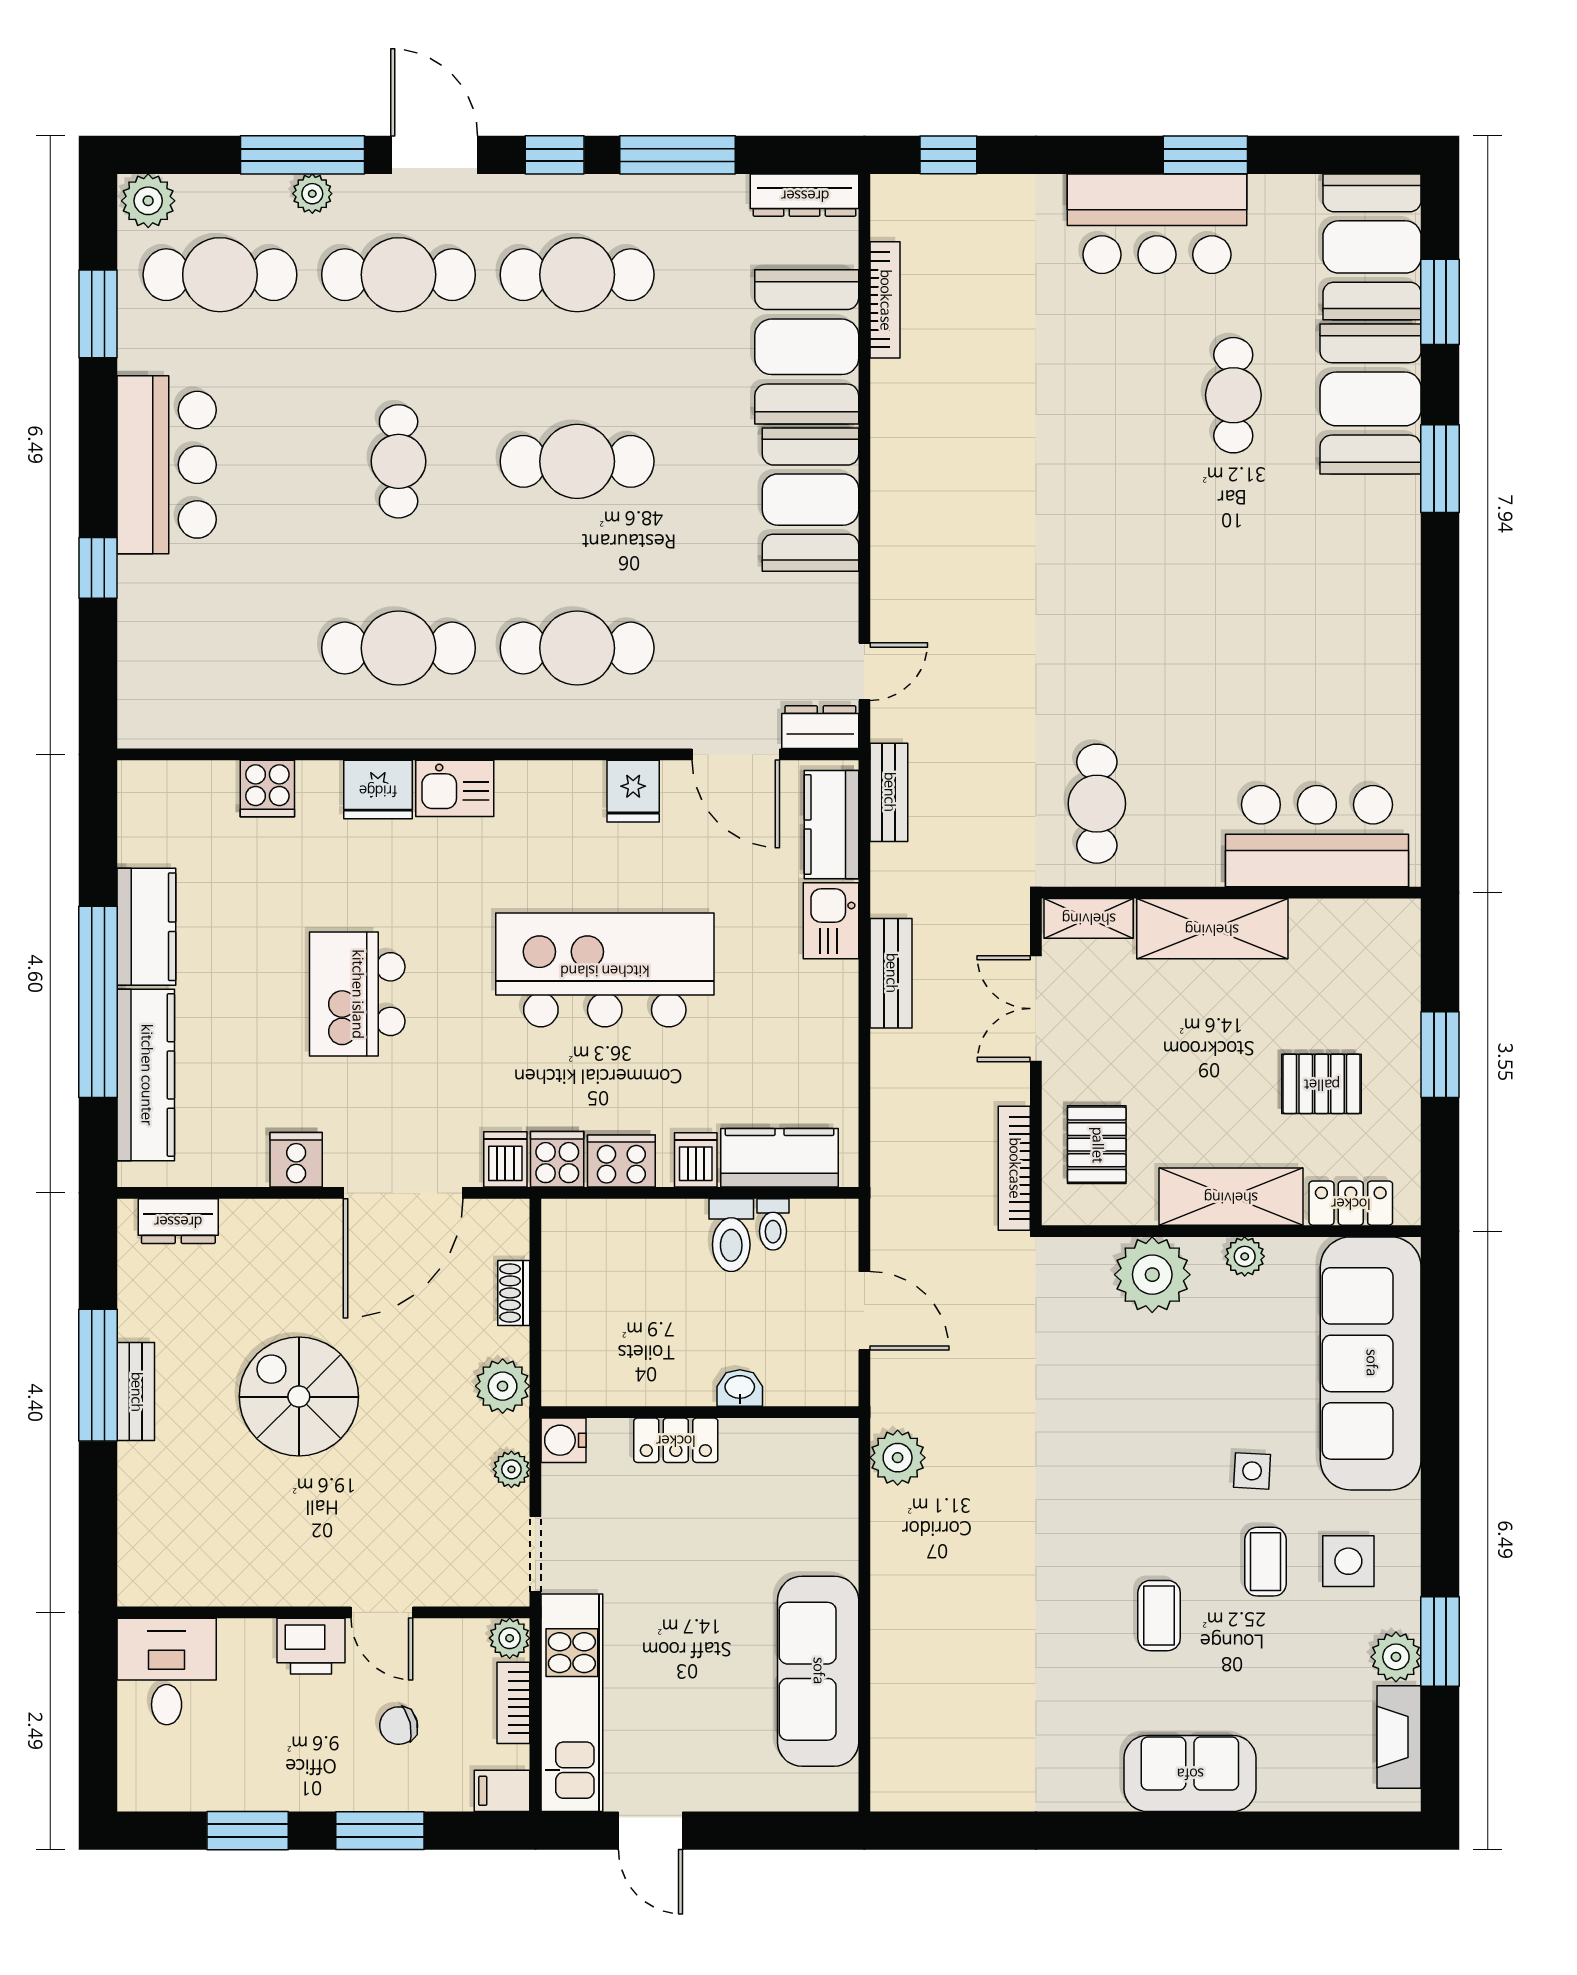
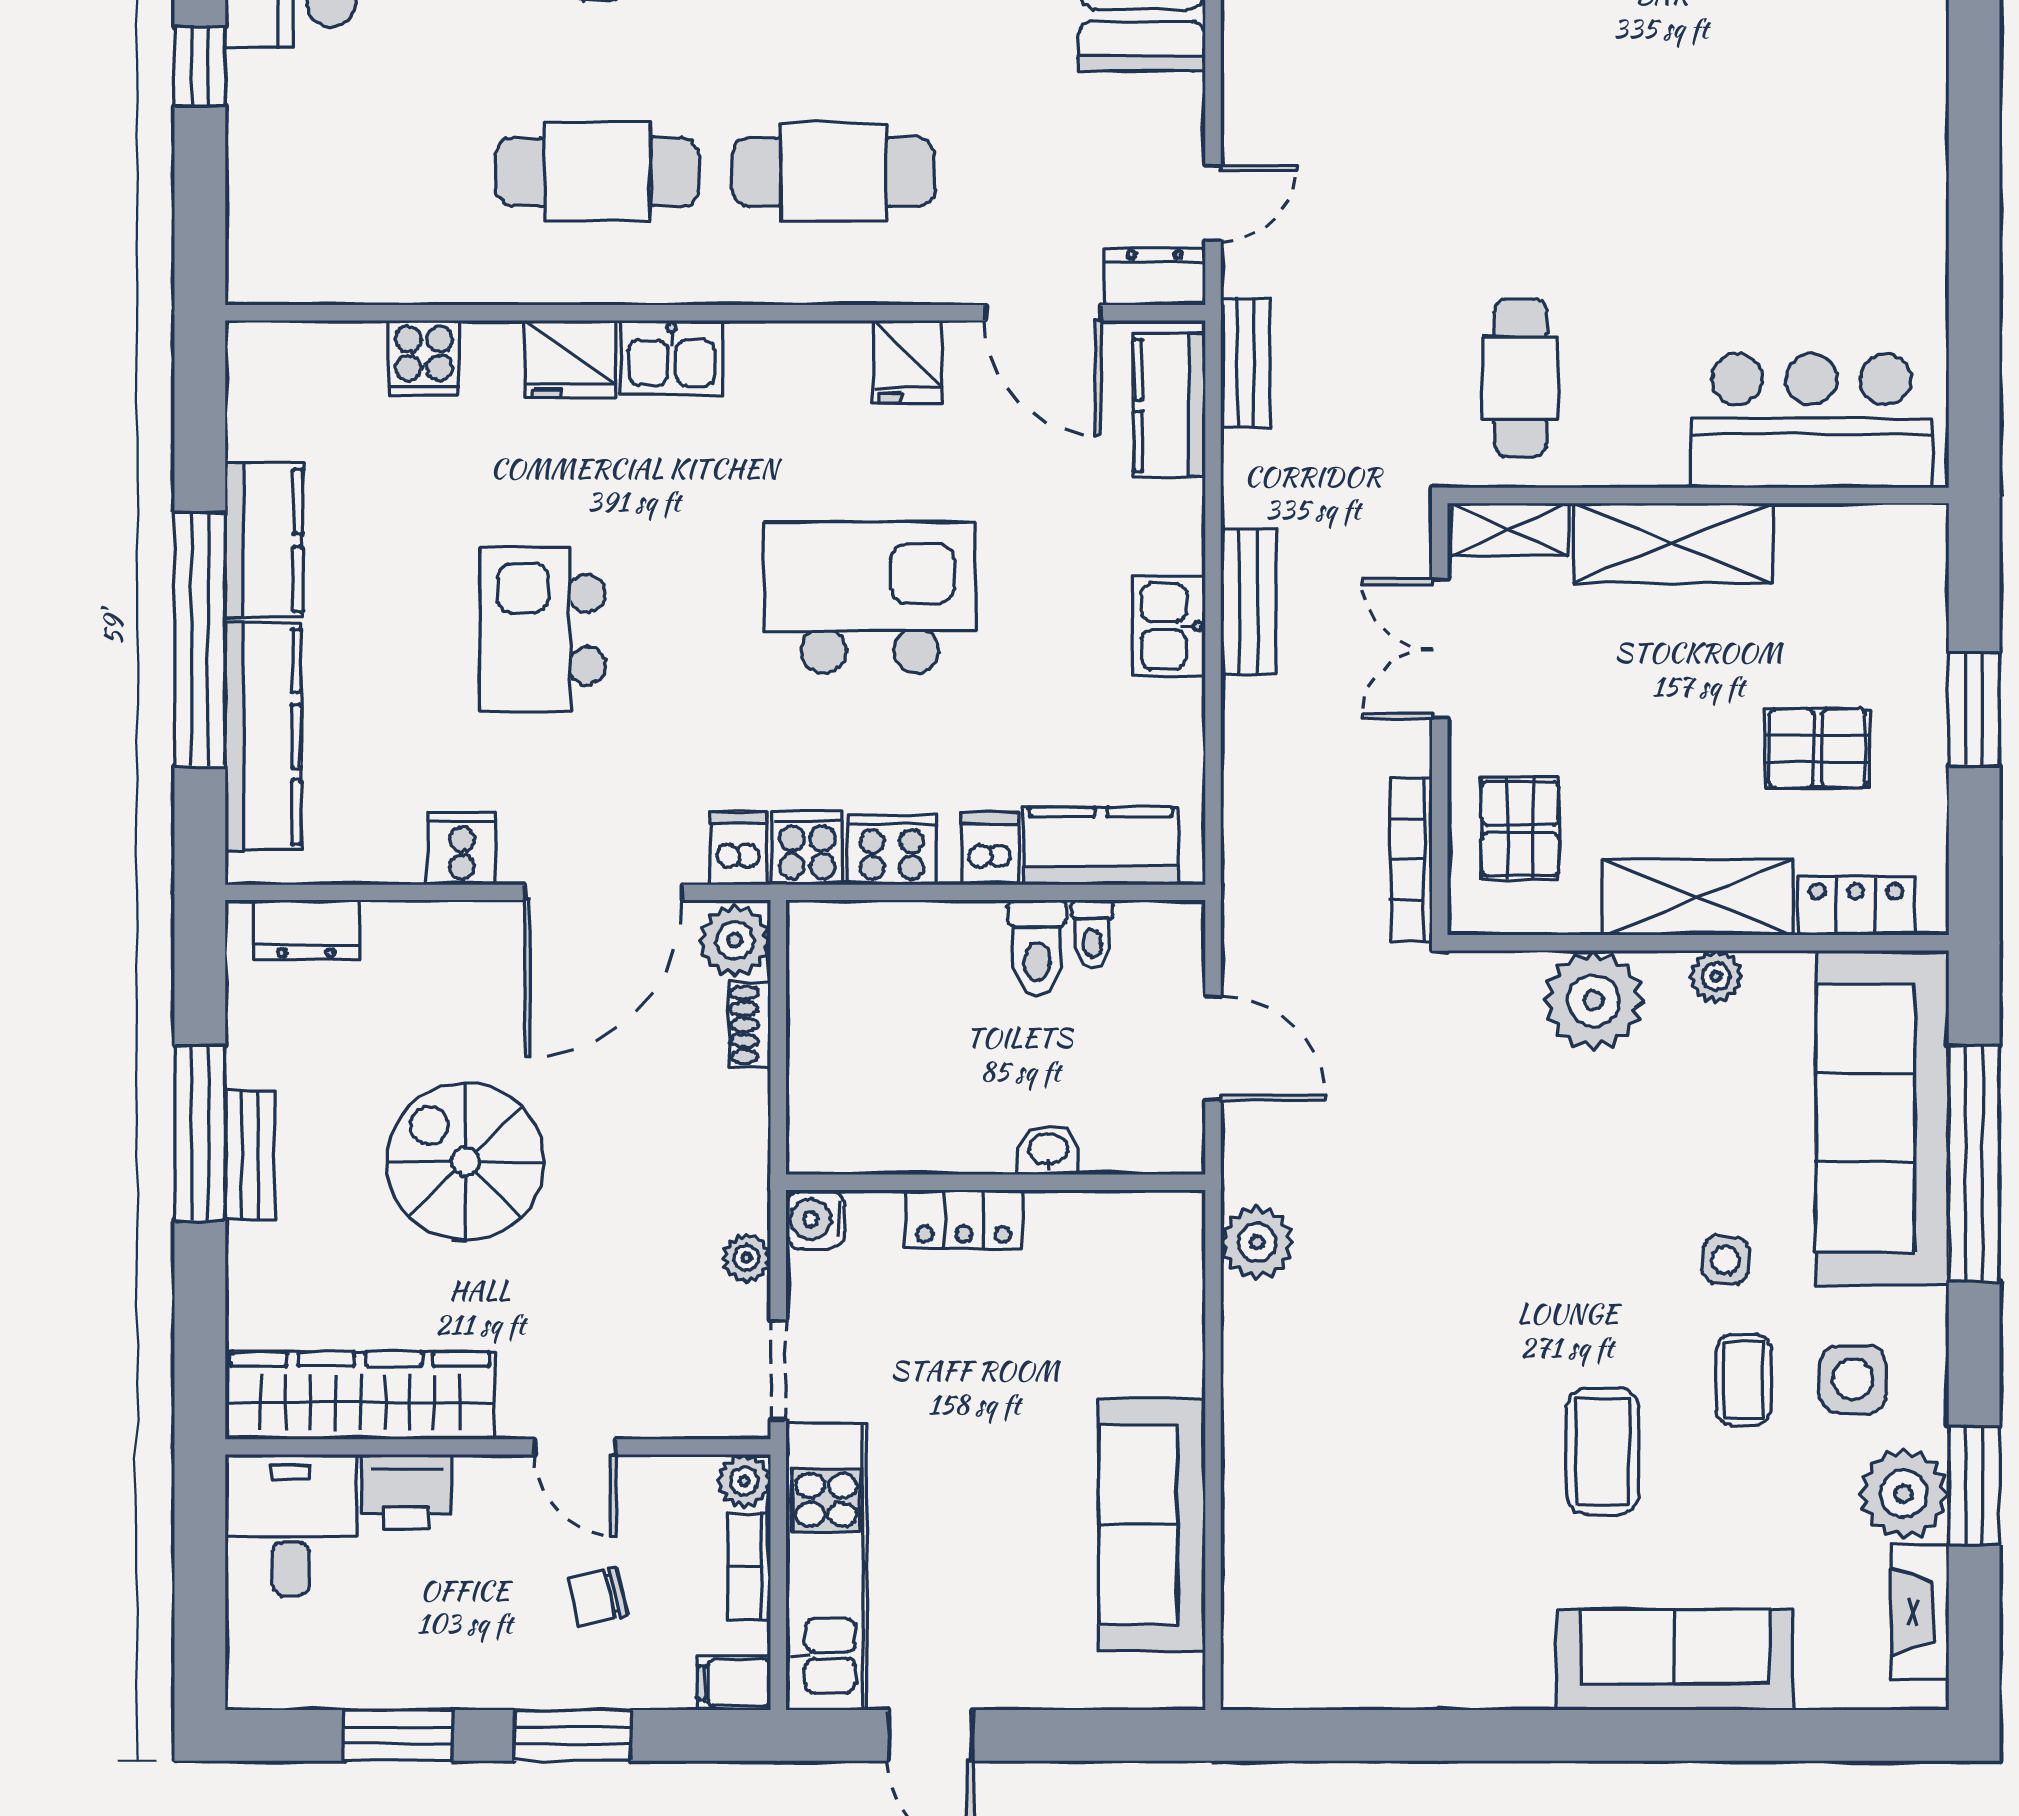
kitchen sink: (831, 921) -> (1169, 626), moved
kitchen island: (605, 970) -> (870, 598), width x0.73
plant: (503, 1386) -> (735, 940), moved
window: (1440, 1398) -> (1974, 1164), added
wardrobe: (219, 1574) -> (360, 1396), added
coffee table: (1159, 1616) -> (1603, 1451), width x1.36, depth x1.30
printer: (311, 1646) -> (406, 1491), moved
plant: (1396, 1657) -> (1904, 1494), width x1.36, depth x1.36
sofa: (1190, 1773) -> (1675, 1660), width x1.36

